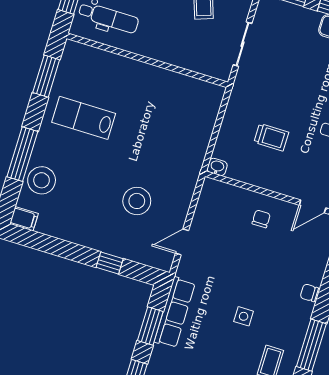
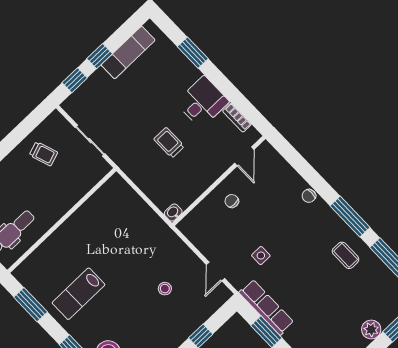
trolley: (271, 137) -> (169, 143), moved, turned -90
stool: (137, 201) -> (165, 289), width x0.53, depth x0.53
side table: (244, 316) -> (261, 256), moved

